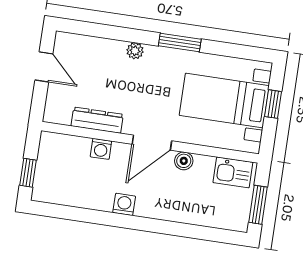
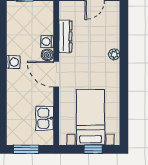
window: (180, 42) -> (124, 83), removed
boiler: (184, 161) -> (47, 55), moved
kitchen sink: (233, 172) -> (45, 118), moved

